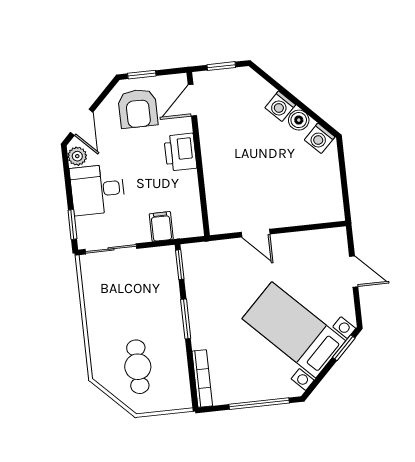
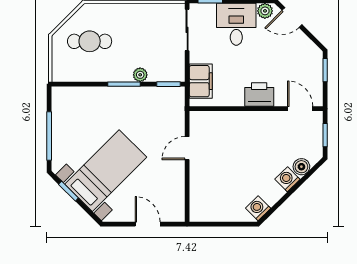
armchair: (138, 109) -> (298, 64), removed
boiler: (299, 120) -> (301, 167), moved
filing cabinet: (161, 226) -> (201, 81), width x2.00
door: (354, 271) -> (148, 224), swing flipped
plant: (172, 300) -> (140, 75), added
window: (344, 348) -> (68, 191), moved
bookcase: (202, 378) -> (74, 92), removed

